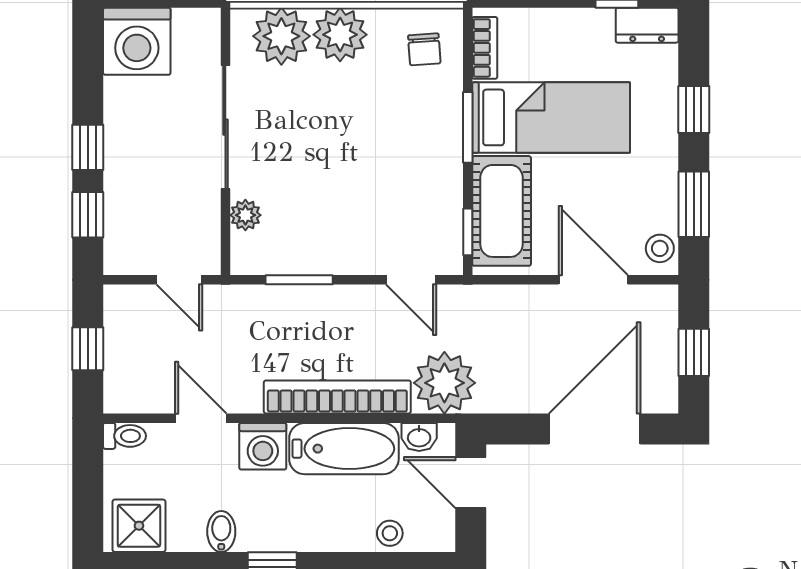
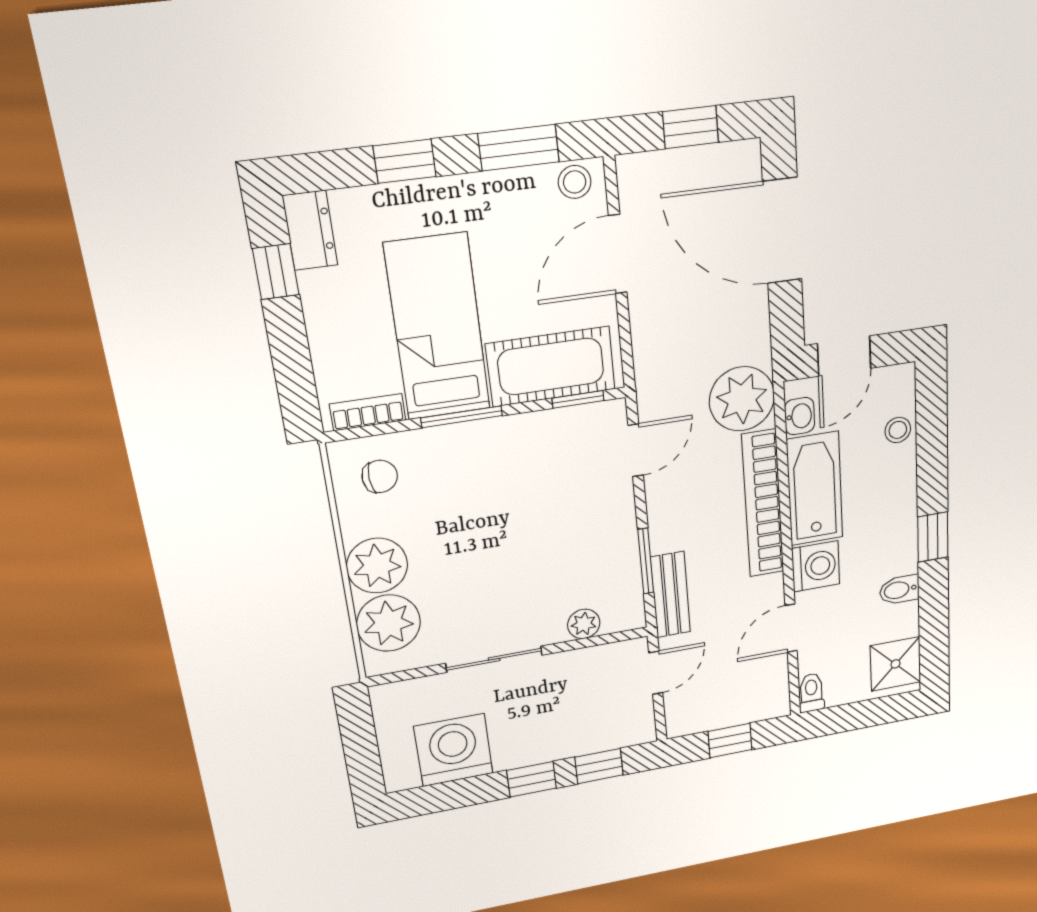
washing machine: (137, 41) -> (454, 750), moved, turned -90
sliding door: (225, 127) -> (494, 659), width x0.73
bench: (260, 301) -> (670, 595), added

